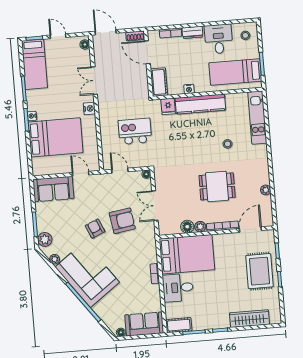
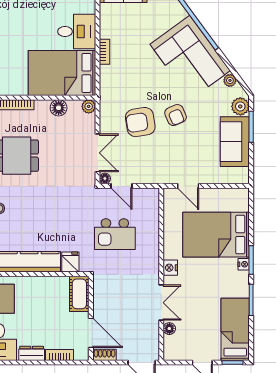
floor lamp: (85, 44) -> (169, 329), moved
nightstand: (189, 89) -> (42, 282), removed
door: (120, 171) -> (121, 186), moved
sofa: (53, 189) -> (235, 142), moved, turned -90
double door: (155, 206) -> (97, 153), moved
plant: (200, 227) -> (89, 106), moved

